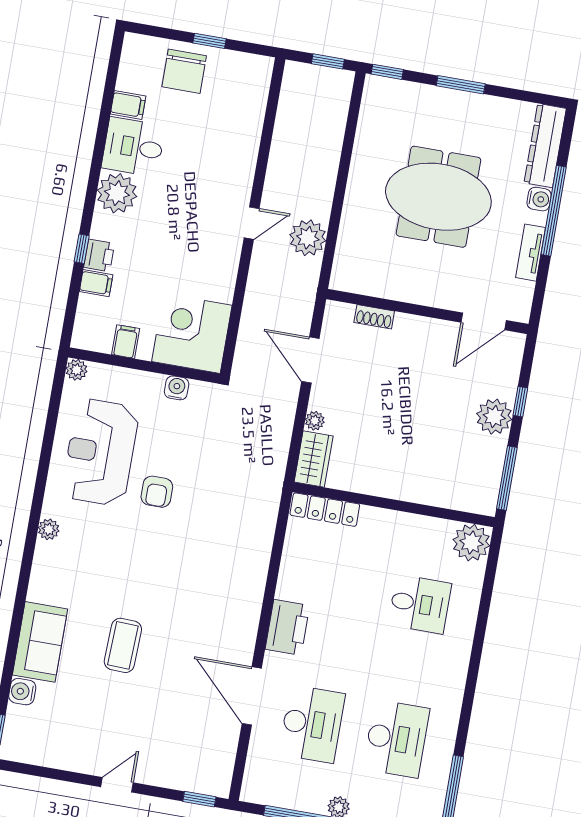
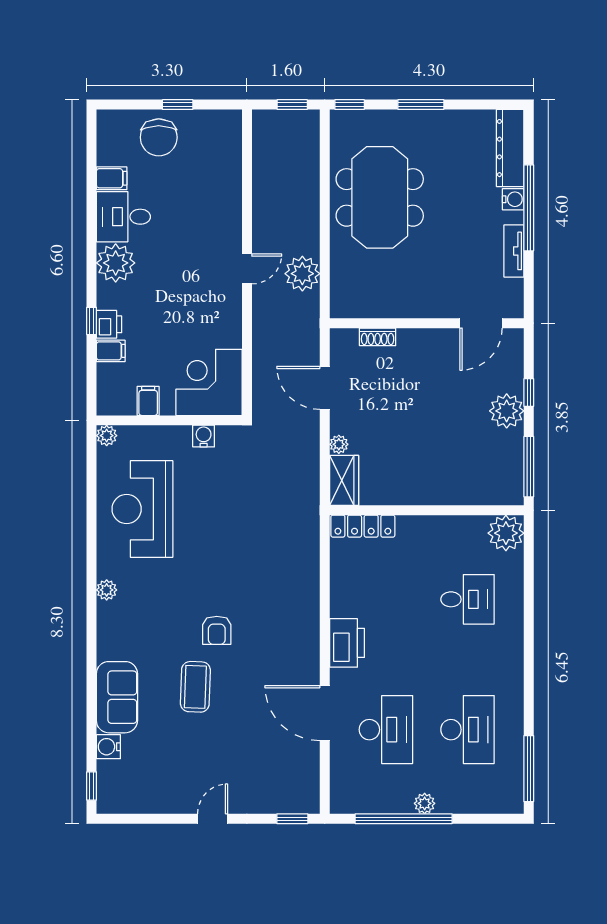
meeting table: (438, 197) -> (380, 197), moved, turned 90
armchair: (157, 492) -> (217, 630), moved

